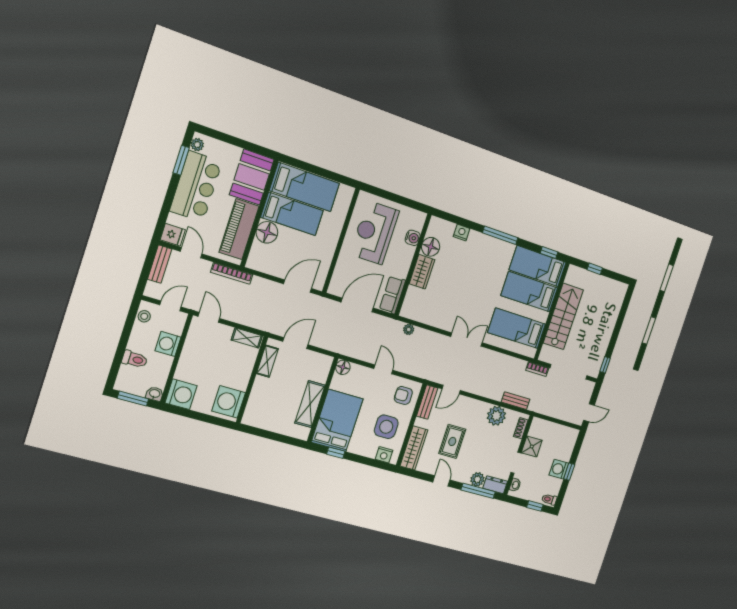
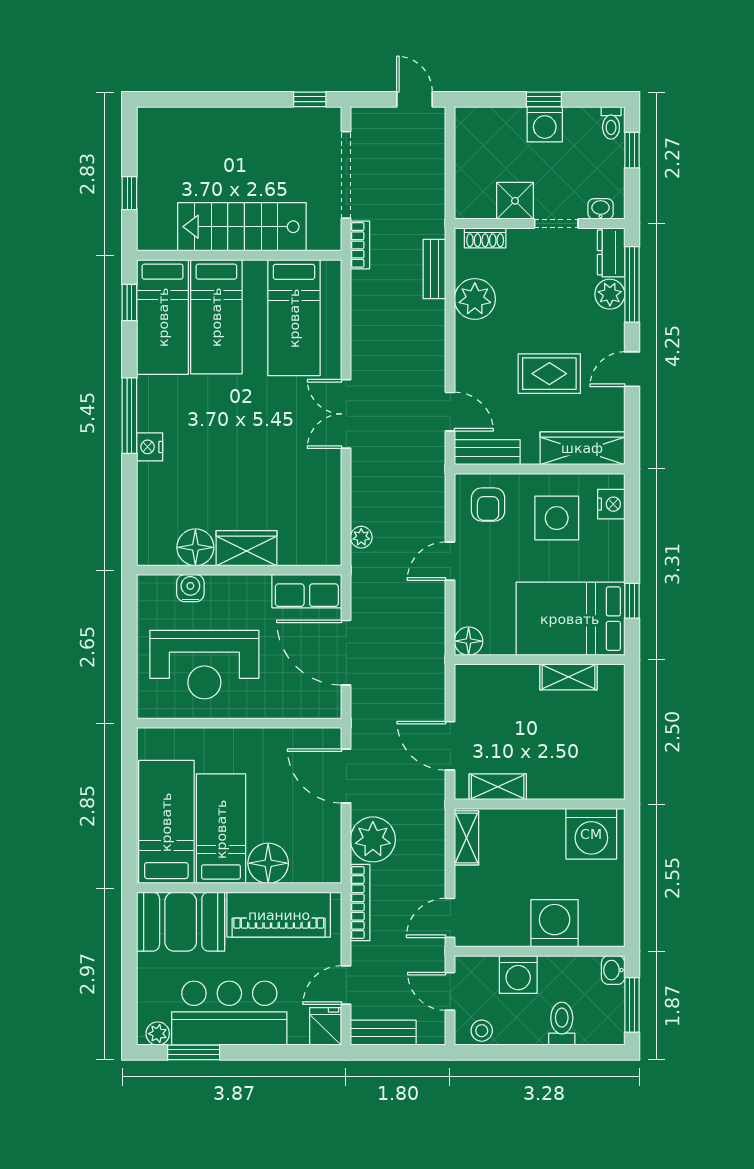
nightstand: (462, 233) -> (150, 447), moved
plant: (262, 290) -> (373, 839), added
washing machine: (181, 394) -> (555, 923), moved
shelving: (310, 404) -> (569, 677), width x0.67, depth x0.75

